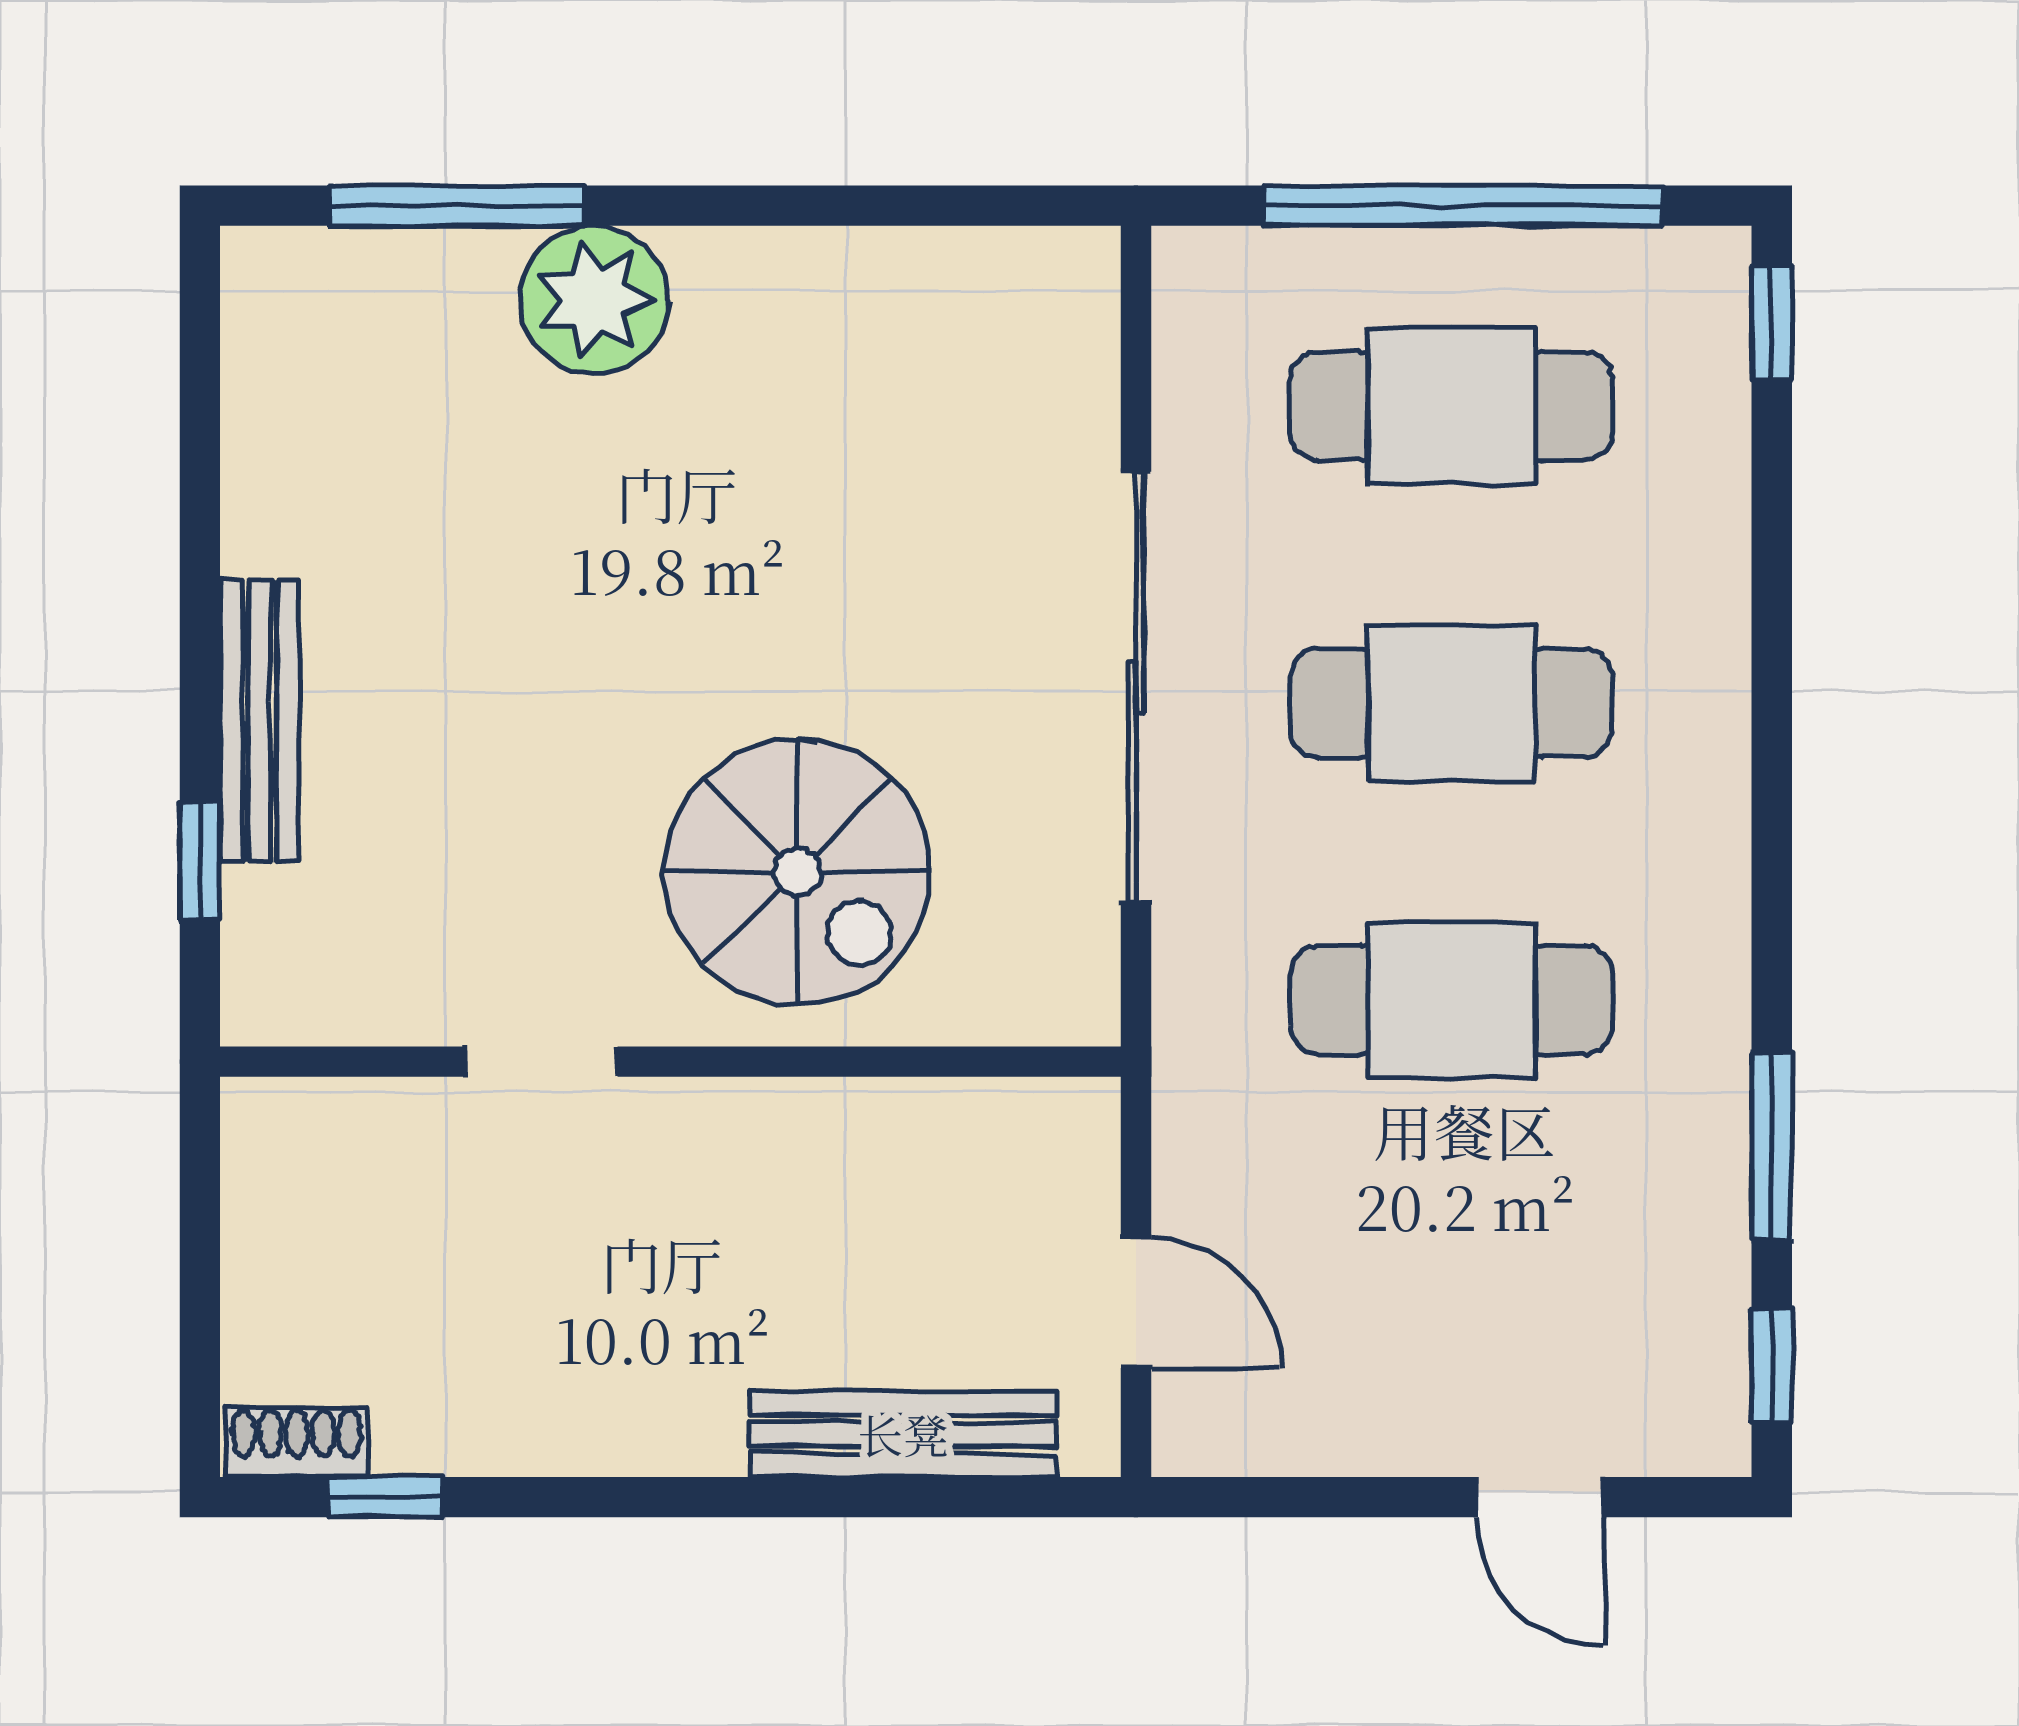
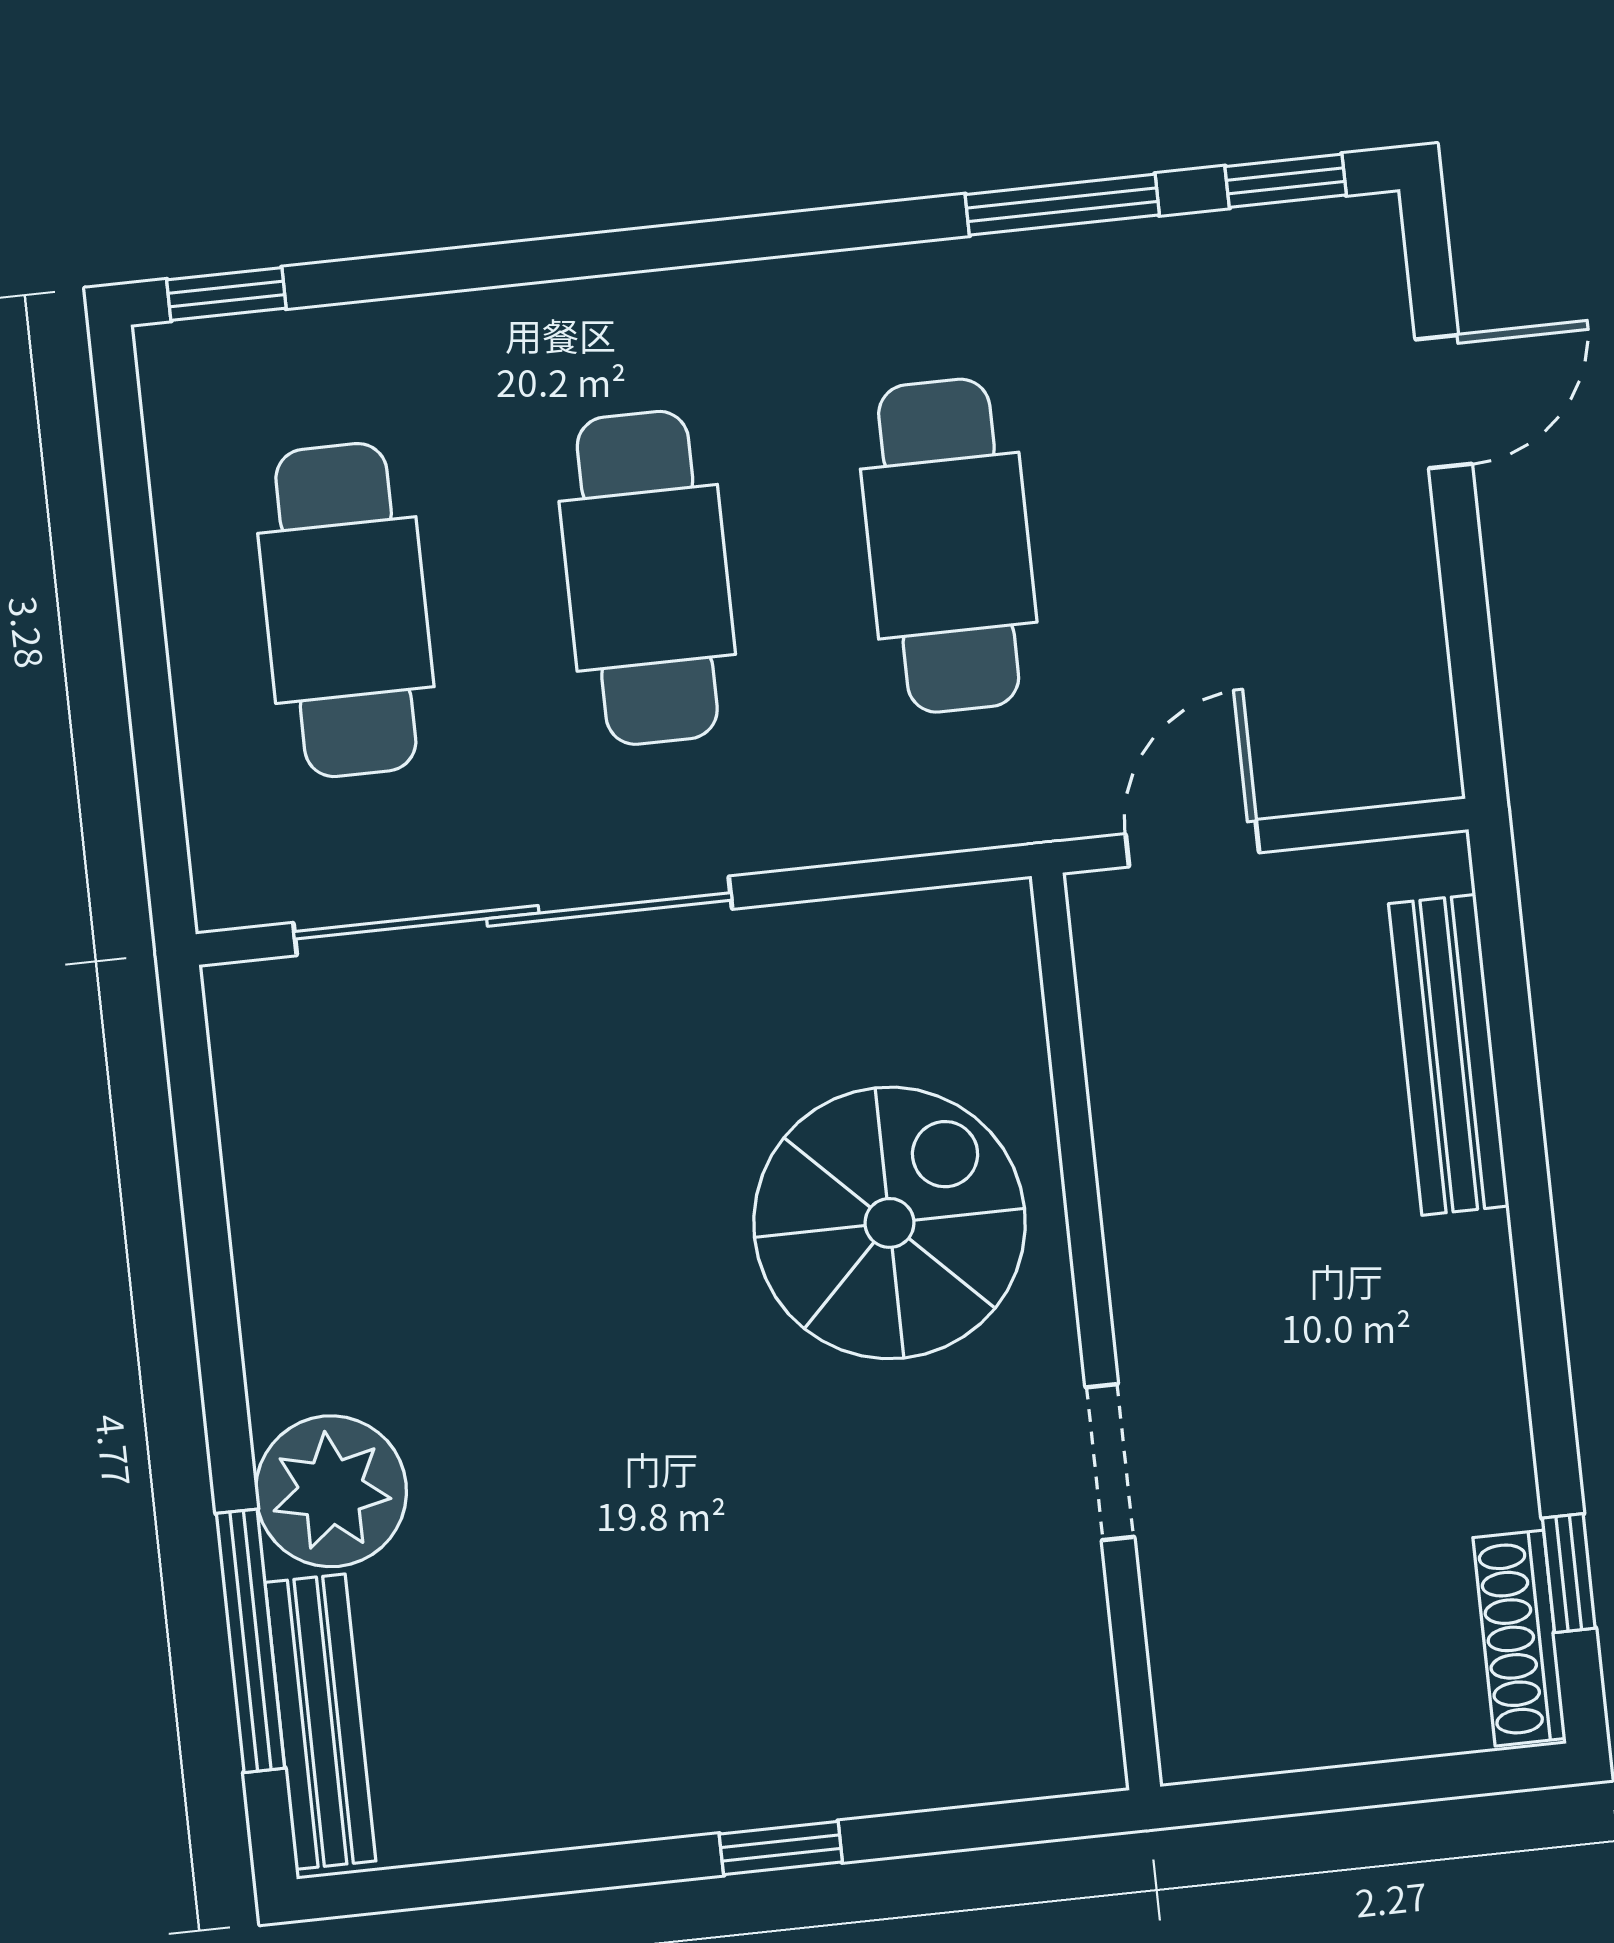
window: (1464, 206) -> (141, 619), removed
sliding door: (1136, 687) -> (513, 916), moved
bench: (260, 720) -> (320, 1722), moved, turned 90
window: (200, 862) -> (781, 1848), moved
door: (1136, 1303) -> (1192, 843), moved
shoe rack: (297, 1442) -> (1519, 1638), width x1.43

